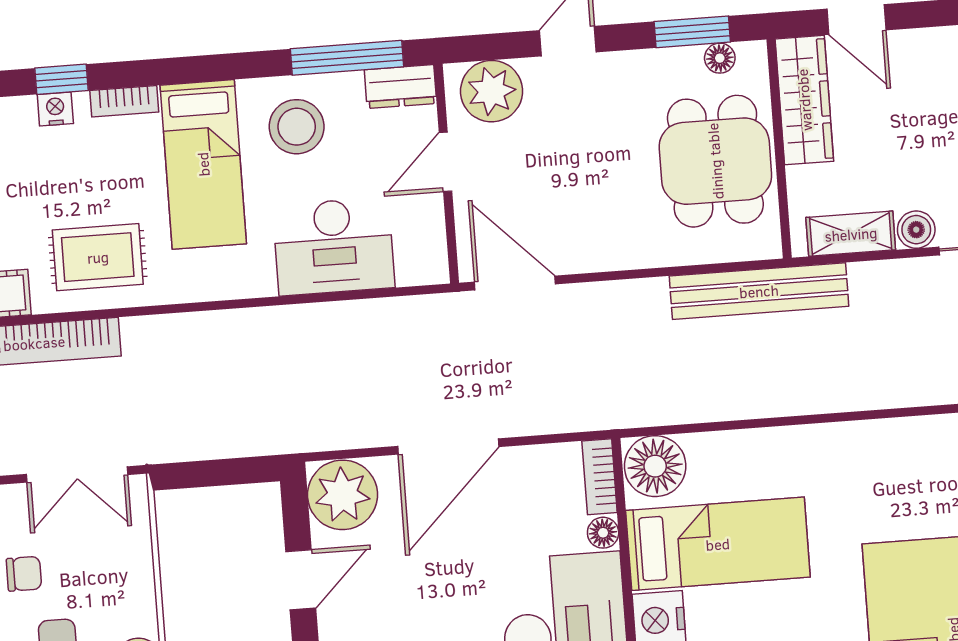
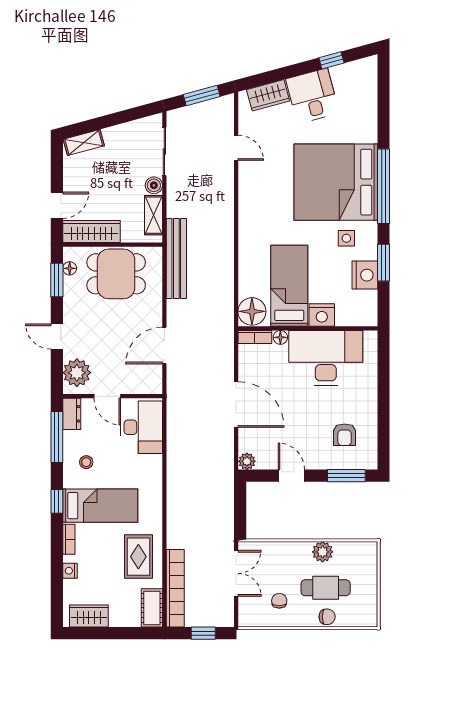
window: (62, 79) -> (57, 501), moved
stool: (297, 127) -> (86, 462), width x0.53, depth x0.53
desk: (334, 246) -> (142, 427), moved
door: (515, 283) -> (164, 346), moved
plant: (343, 495) -> (247, 461), width x0.53, depth x0.53

